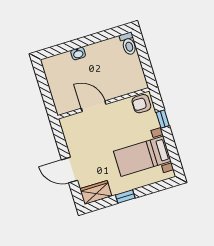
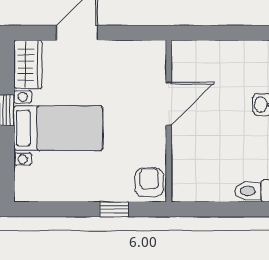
bed with nightstands: (142, 156) -> (58, 128), moved, turned 90

